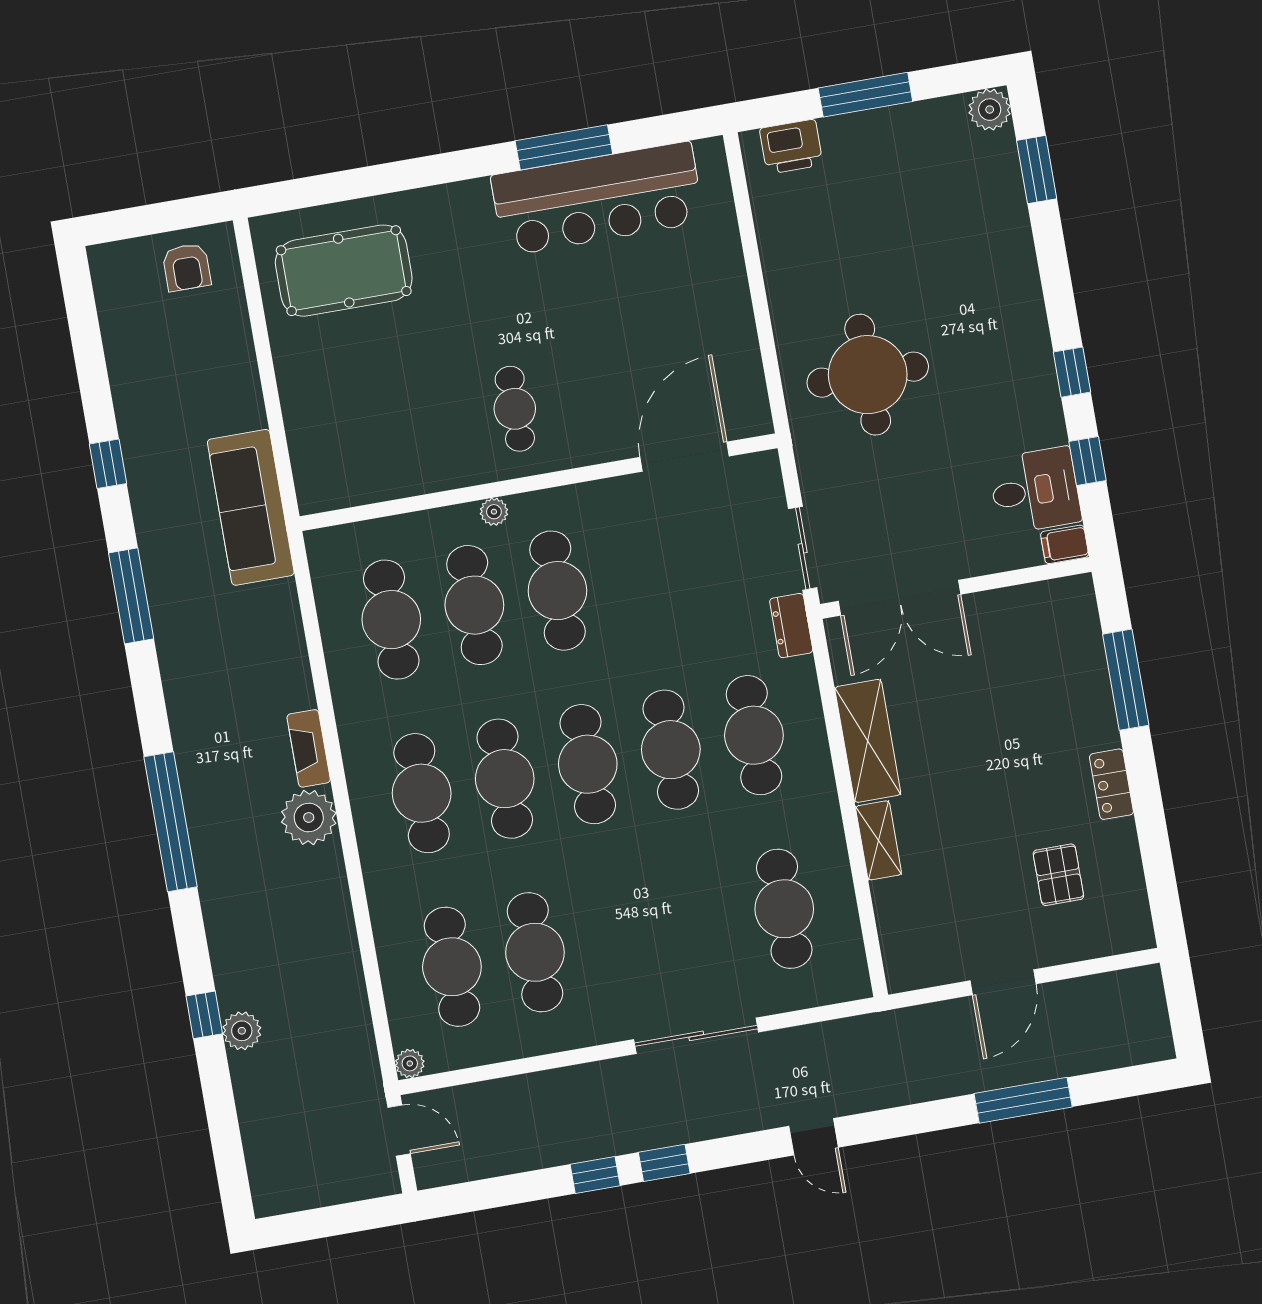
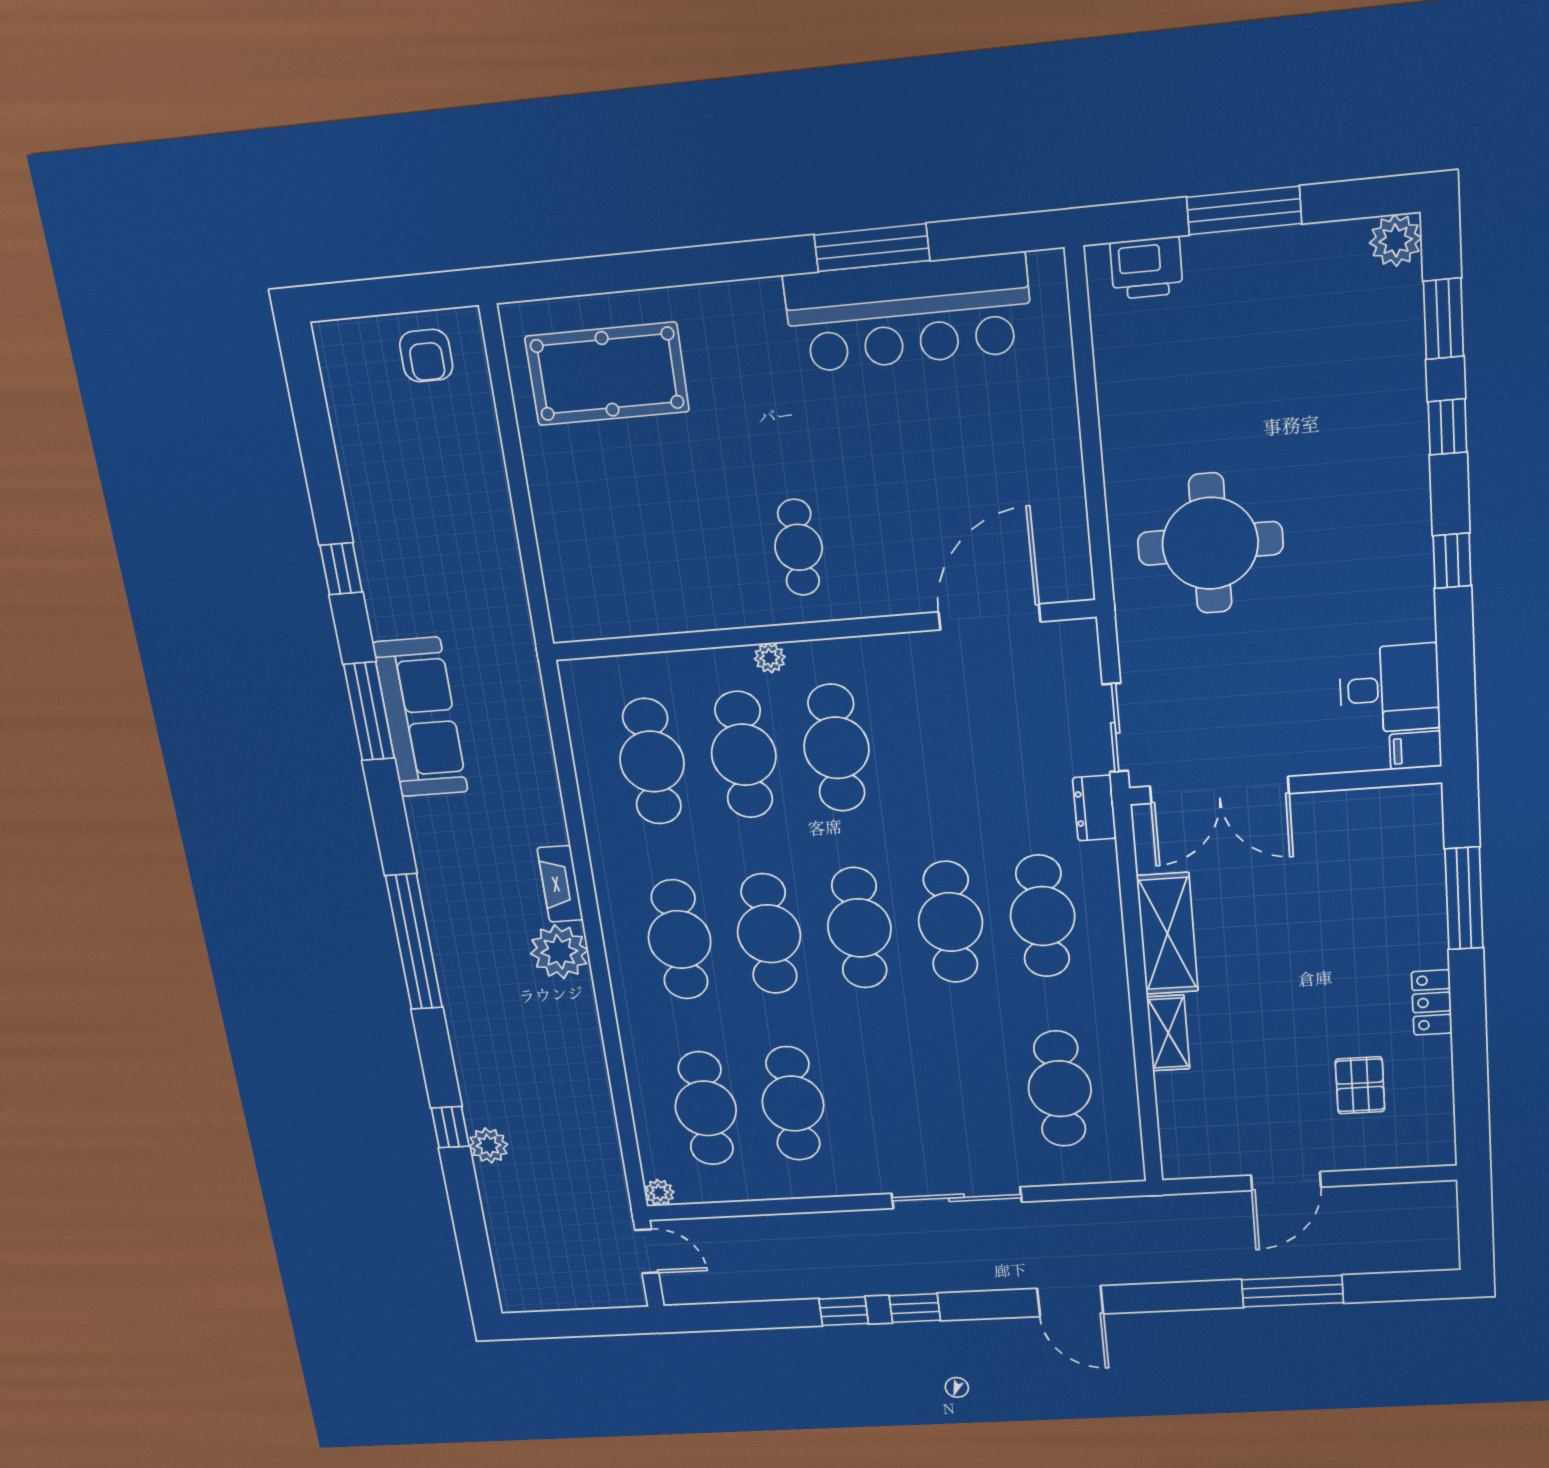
window: (1087, 461) -> (1447, 427), moved
sofa: (251, 507) -> (420, 718), moved, turned 180
door: (814, 1137) -> (1070, 1301), width x1.38

